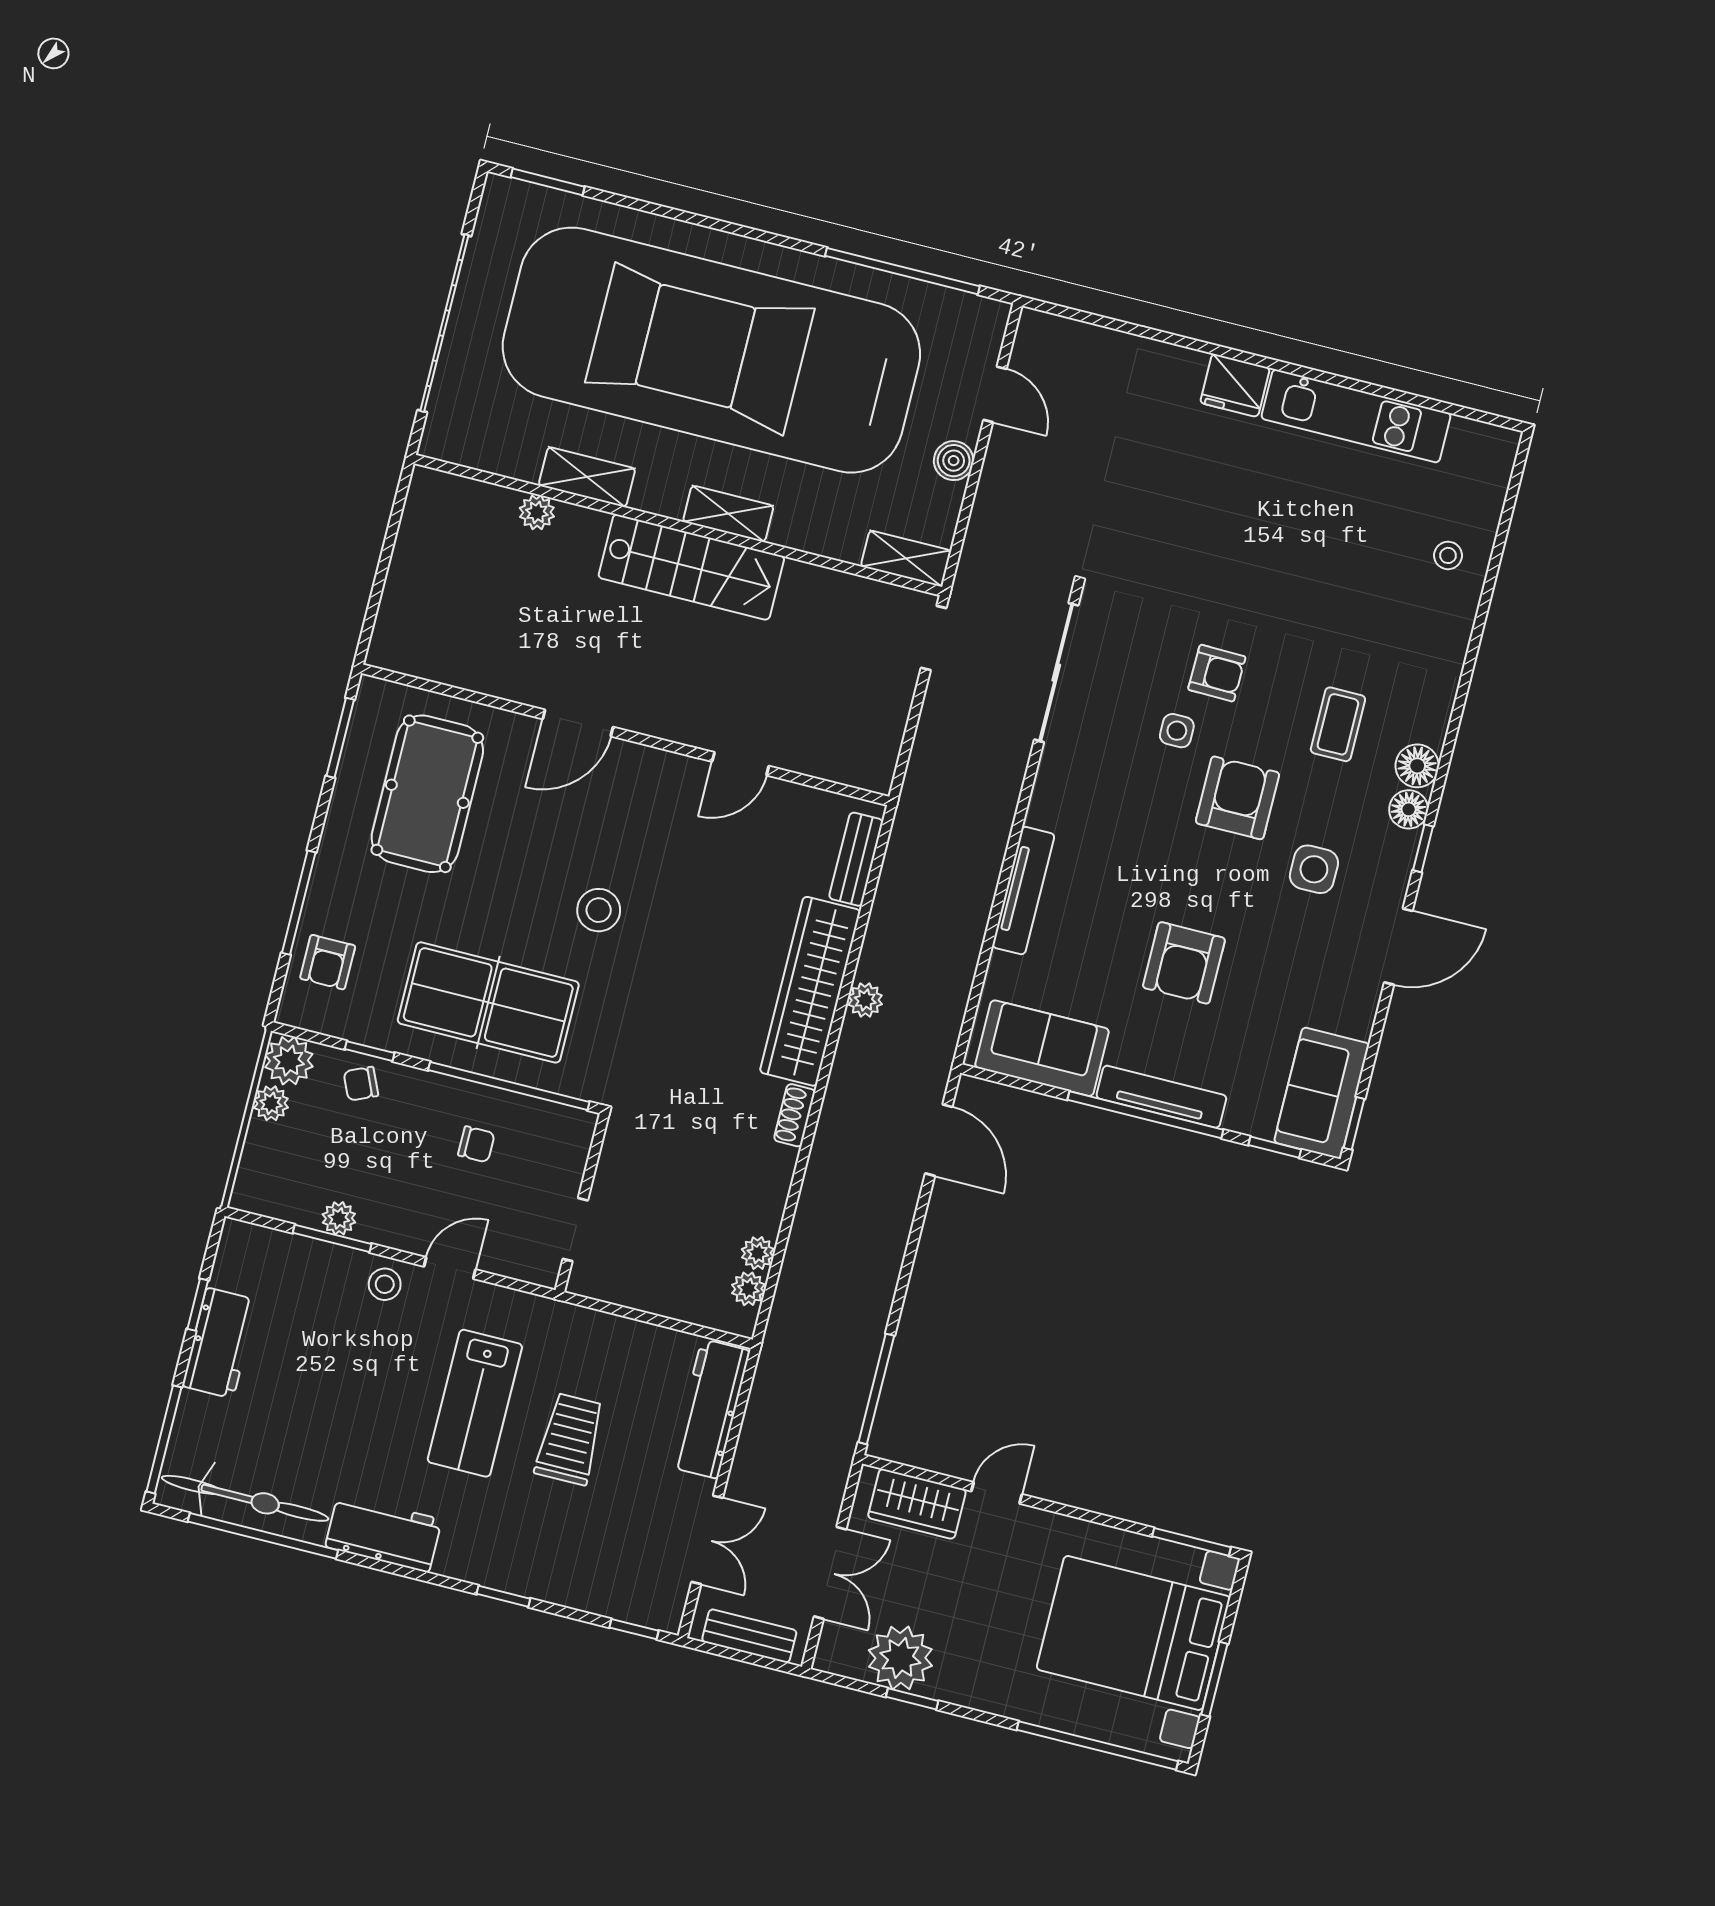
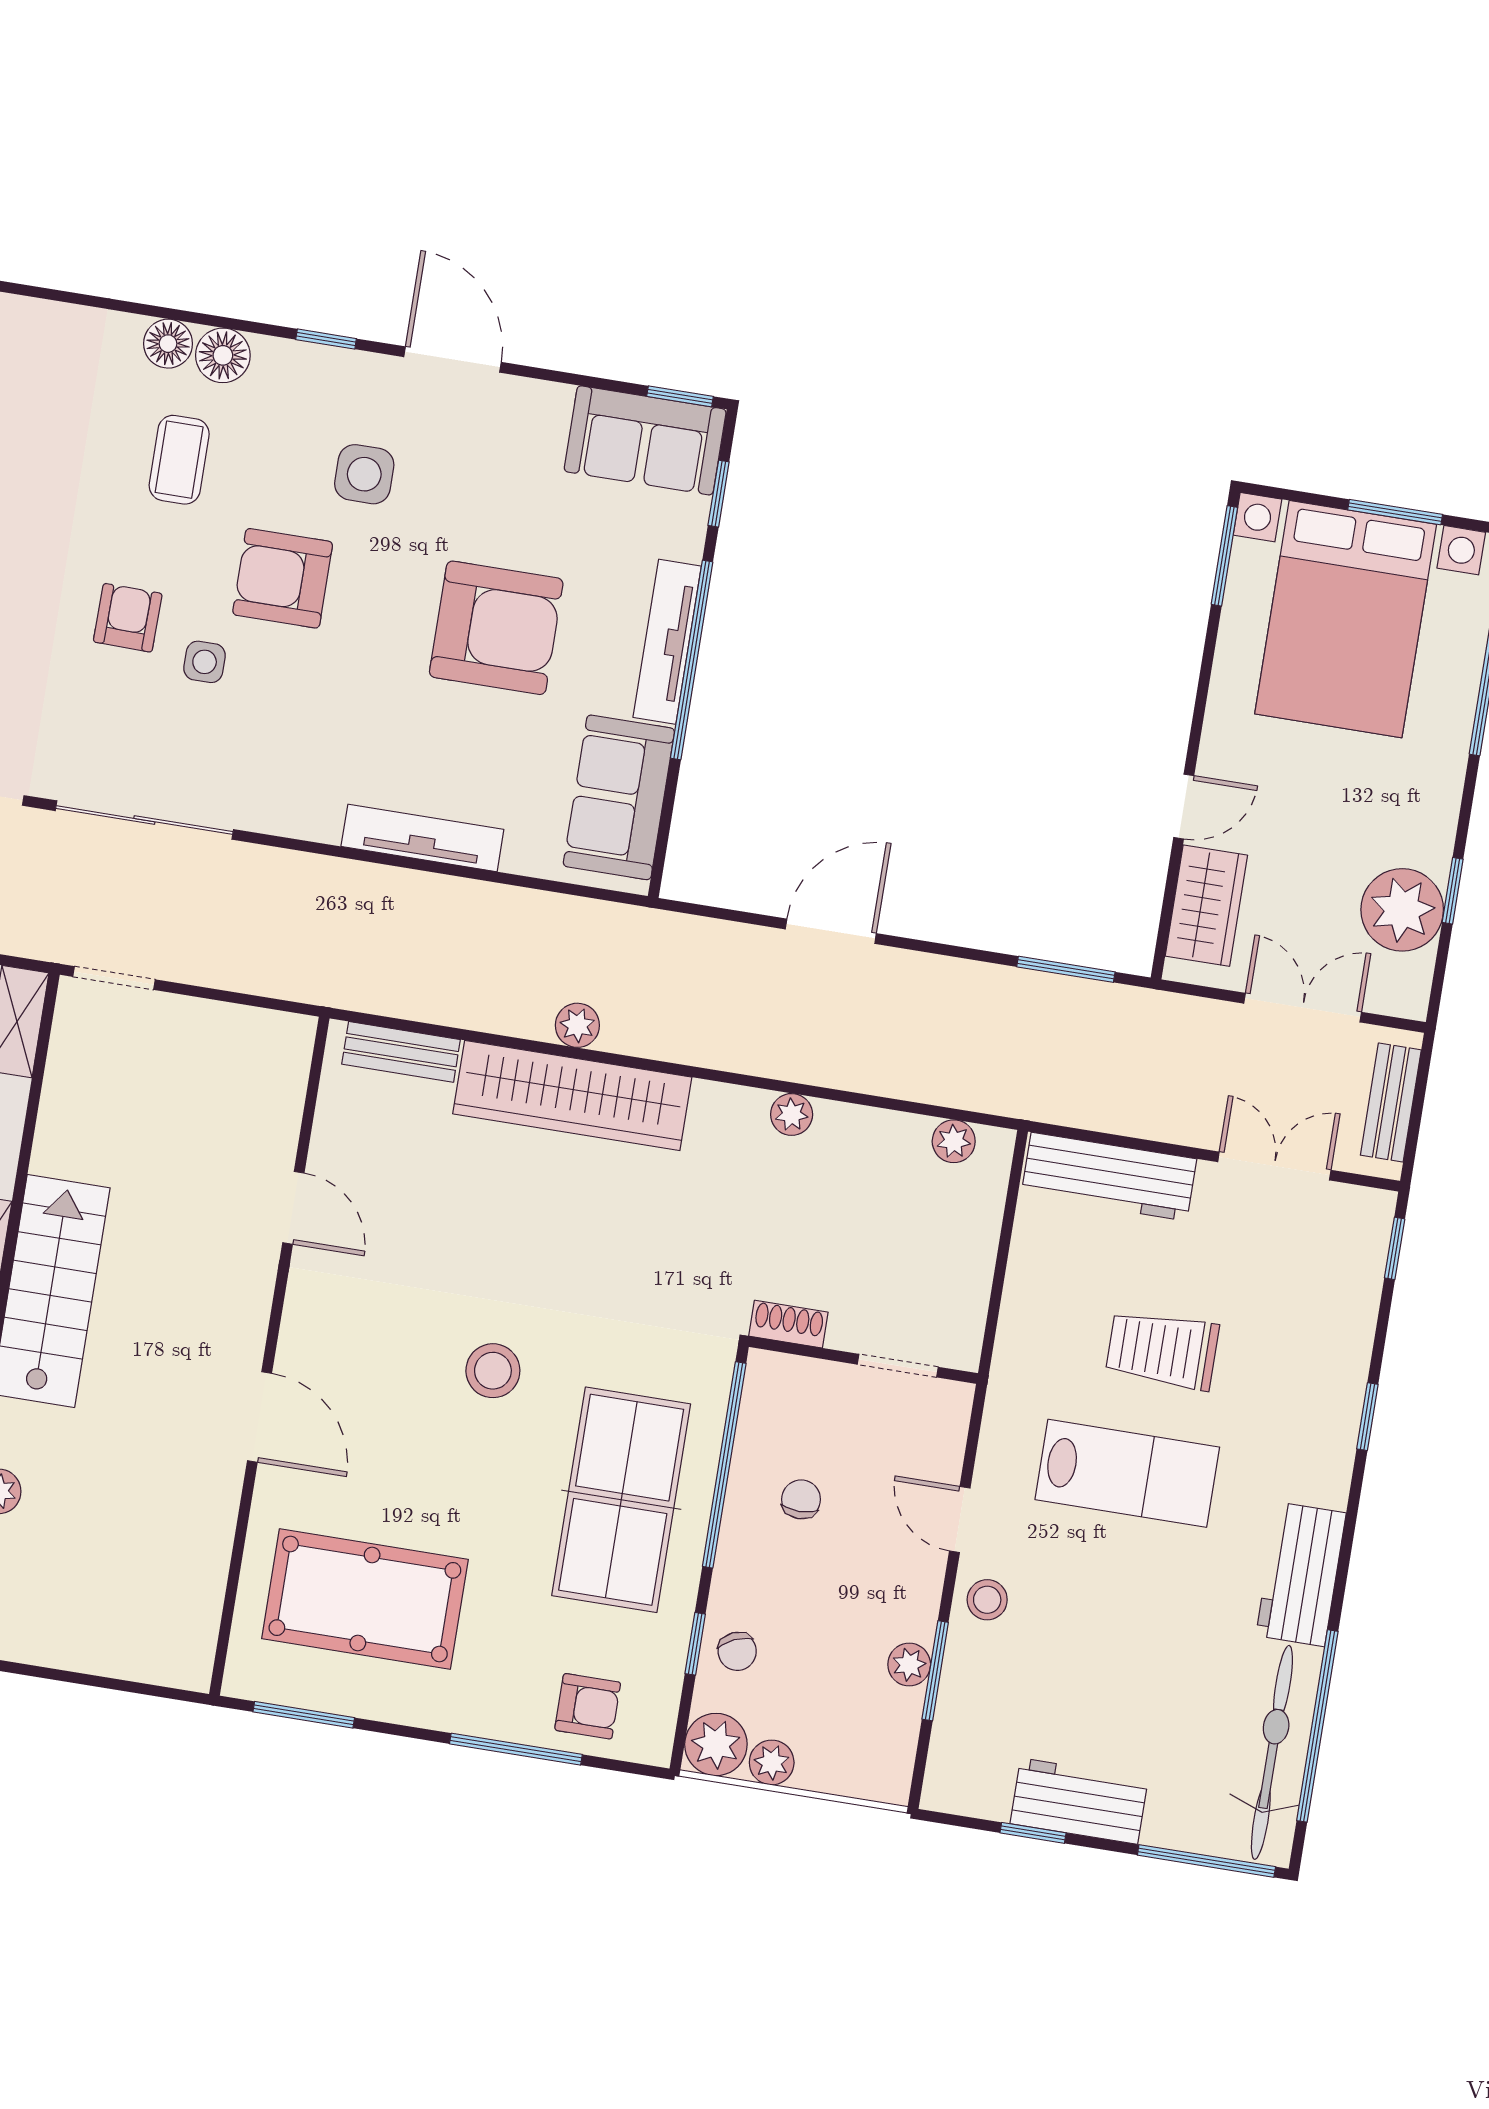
coffee table: (1338, 724) -> (179, 460), turned 90
floor lamp: (1409, 809) -> (168, 344), moved
armchair: (1184, 963) -> (496, 628), width x1.36, depth x1.36
shoe rack: (795, 1115) -> (788, 1324), moved, turned 180
door: (939, 1140) -> (831, 931), moved
plant: (758, 1253) -> (792, 1114), moved
window: (876, 1389) -> (1066, 969), width x0.69
door: (997, 1493) -> (1184, 807), swing flipped

